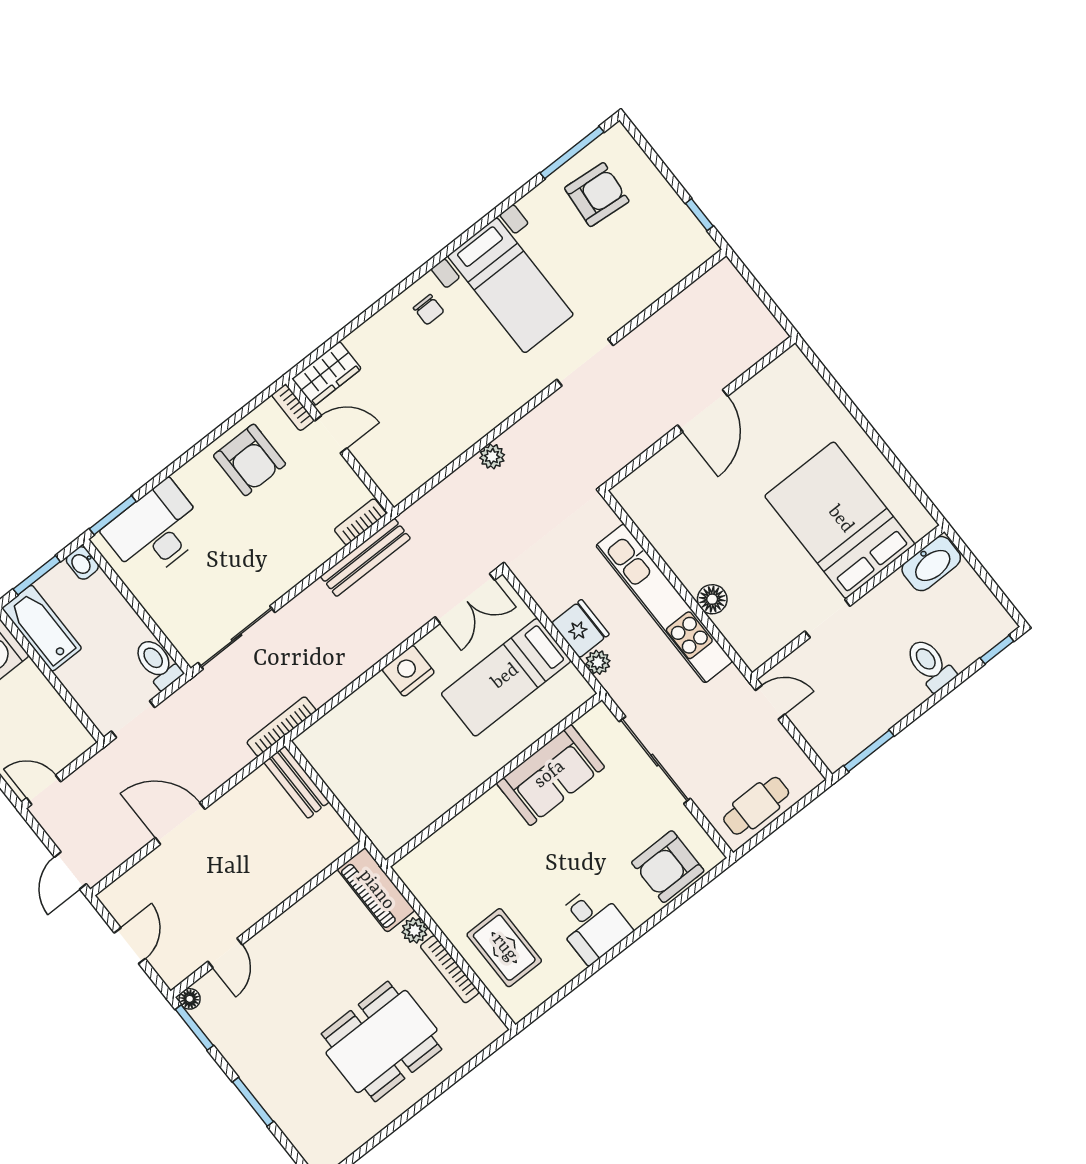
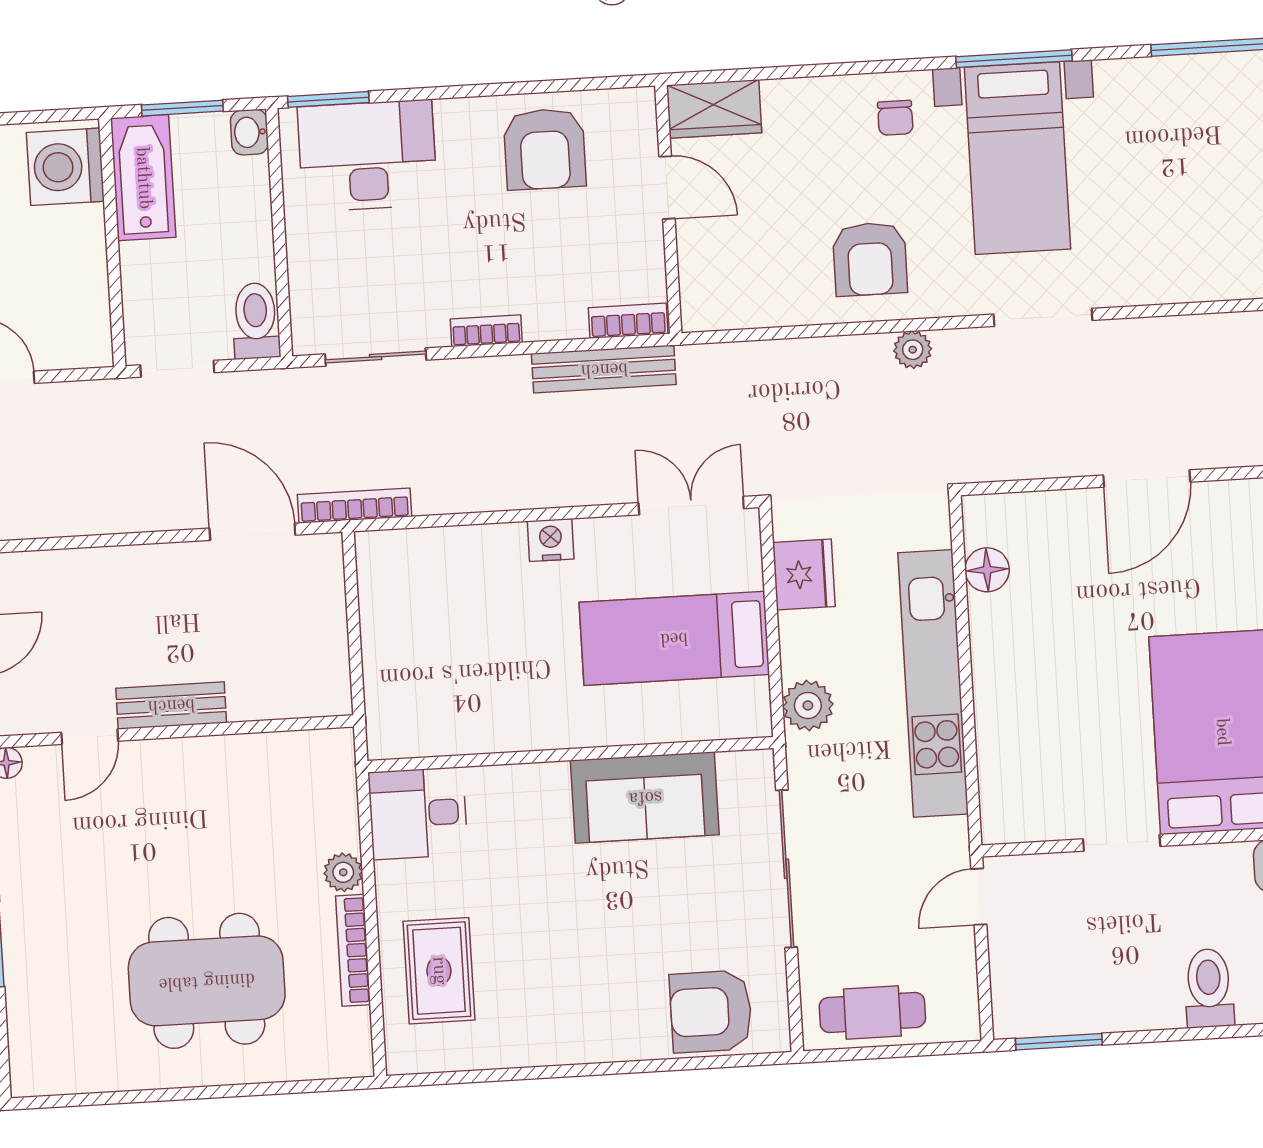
armchair: (597, 195) -> (870, 259), moved, turned 85
window: (471, 232) -> (1014, 59), added
bookcase: (293, 407) -> (486, 331), moved, turned 90
plant: (492, 456) -> (913, 350), moved
double door: (465, 599) -> (691, 506), swing flipped
floor lamp: (712, 599) -> (987, 570), moved
fridge: (580, 629) -> (804, 575), moved
sliding door: (237, 637) -> (376, 357), width x0.73
plant: (598, 662) -> (808, 705), width x1.38, depth x1.38
nightstand: (408, 671) -> (551, 540), width x0.74, depth x0.75
door: (770, 702) -> (979, 897), swing flipped
bench: (296, 782) -> (171, 705), moved, turned 90
door: (180, 823) -> (252, 532), moved
piano: (376, 890) -> (330, 789), removed
desk: (592, 924) -> (418, 813), moved, turned 90

